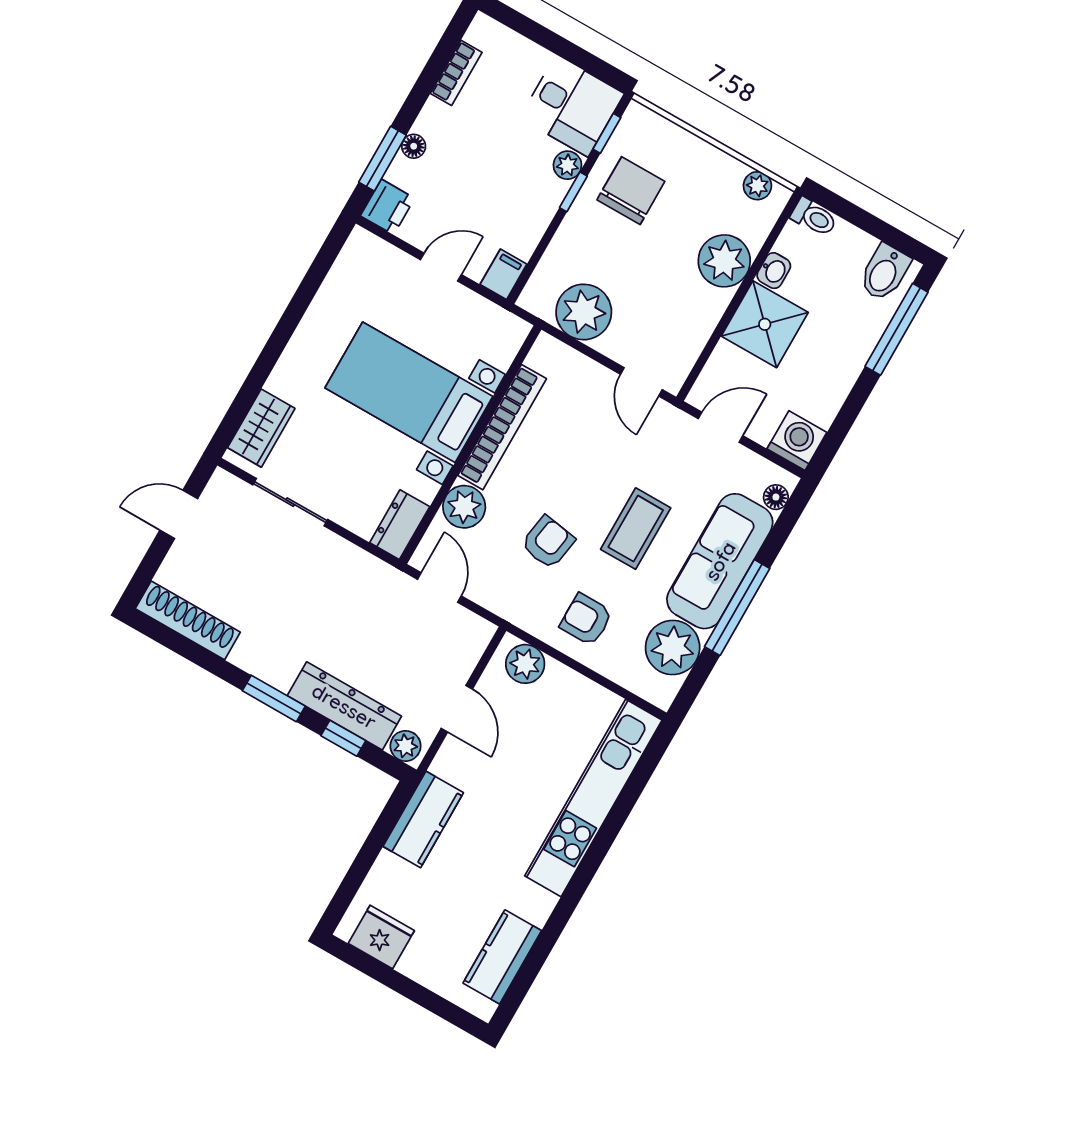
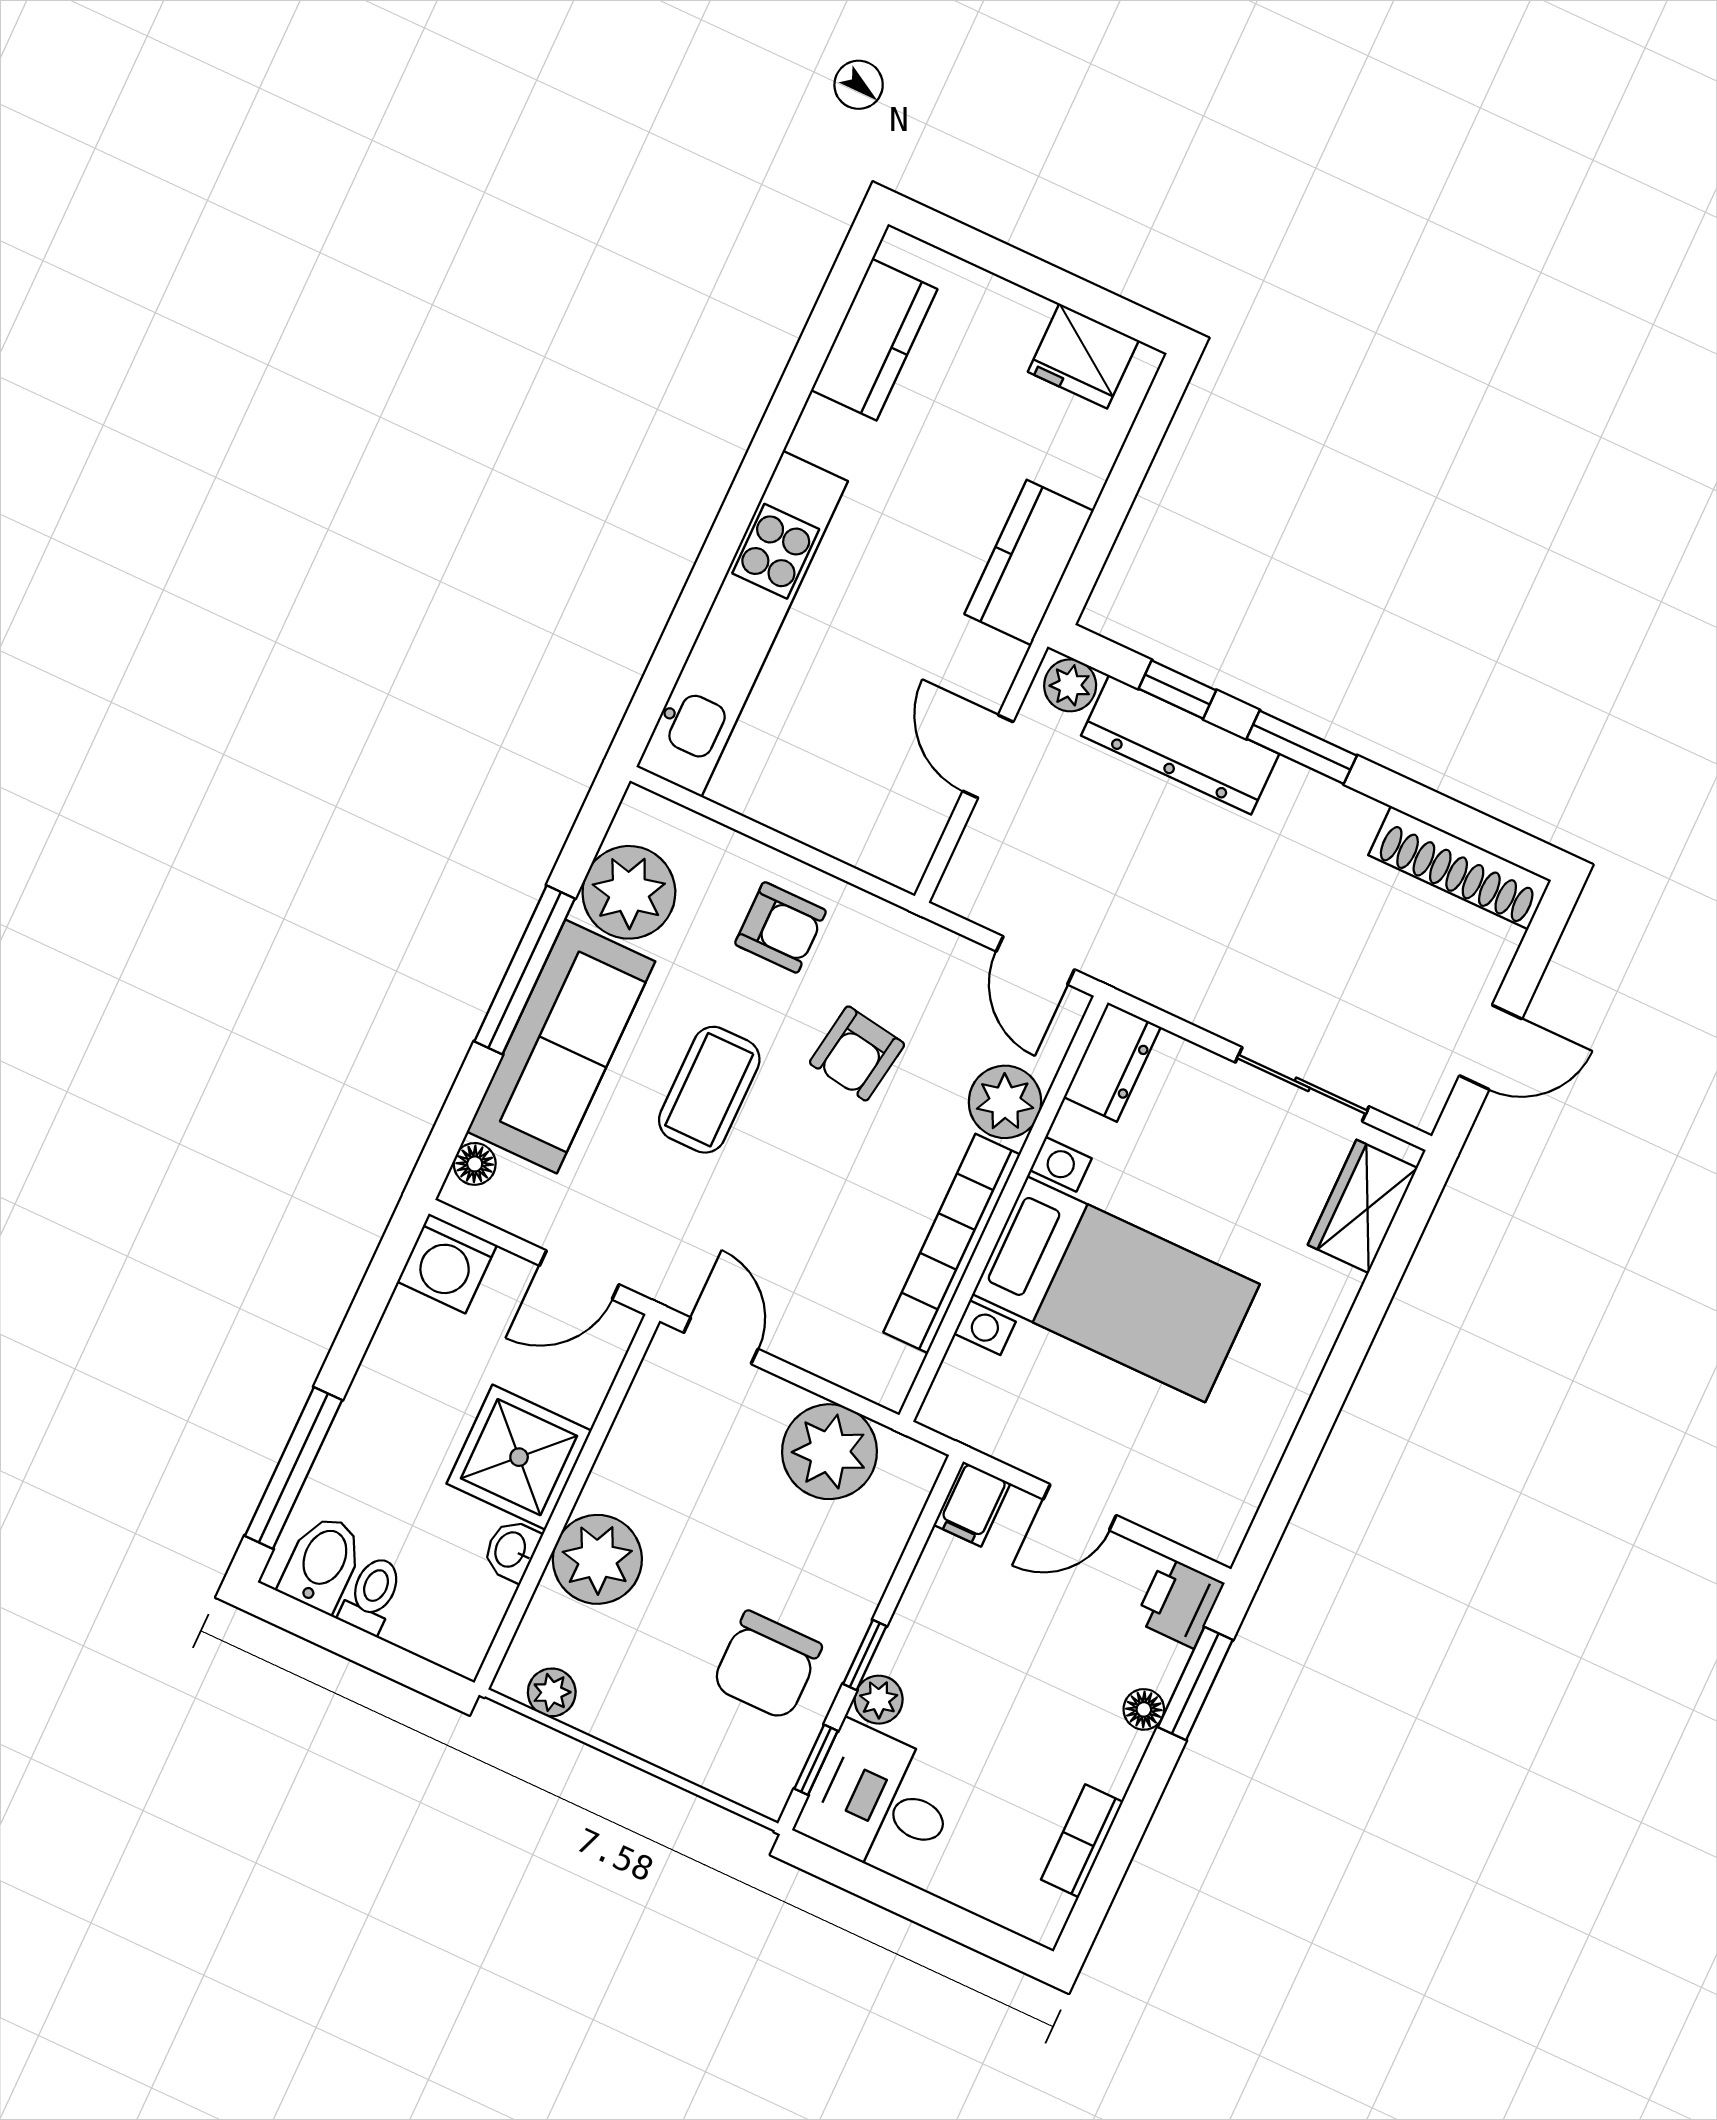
toilet: (814, 217) -> (372, 1595), moved, turned 90
plant: (525, 664) -> (878, 843), removed

